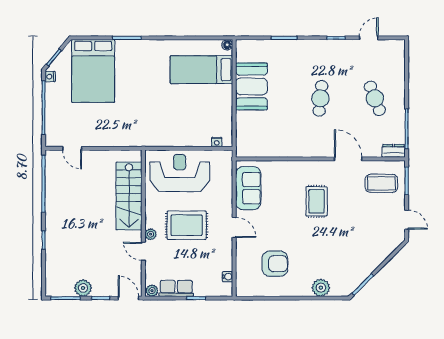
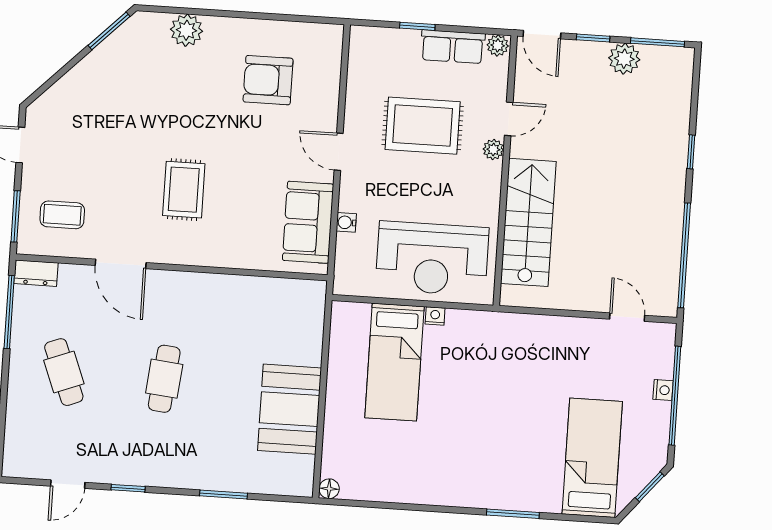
bed: (201, 70) -> (394, 362), moved, turned 90
bed: (93, 71) -> (592, 458), width x0.67
nightstand: (50, 77) -> (663, 390), moved
nightstand: (217, 142) -> (435, 316), moved
coffee table: (381, 183) -> (62, 215), width x0.73, depth x0.77
rug: (187, 225) -> (423, 126), moved
door: (143, 251) -> (509, 119), hinge flipped
water cooler: (228, 277) -> (346, 222), moved

